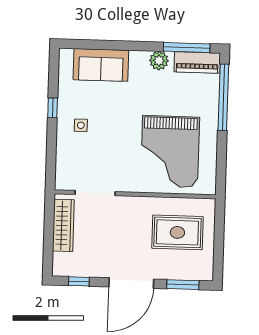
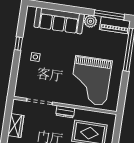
sofa: (101, 65) -> (59, 21), width x1.36
dresser: (136, 204) -> (65, 112), added
wardrobe: (63, 225) -> (16, 126), width x0.67

